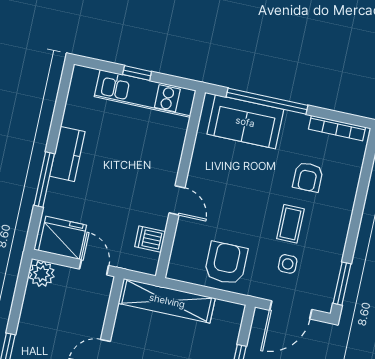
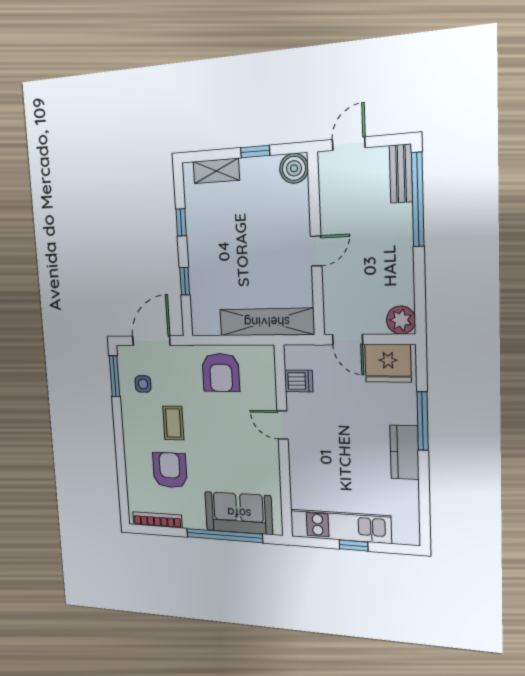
armchair: (308, 177) -> (170, 470), width x1.38, depth x1.38
side table: (288, 264) -> (143, 384), moved

